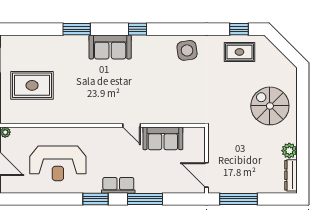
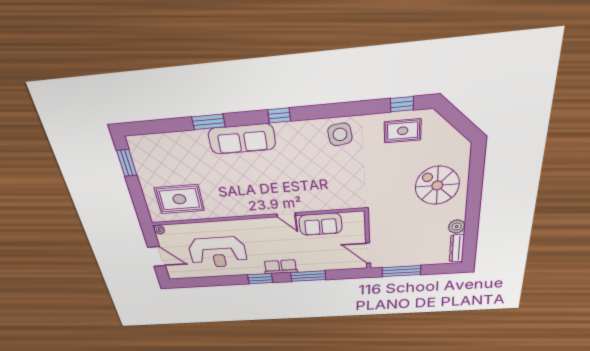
sofa: (110, 47) -> (242, 139), width x1.36
rug: (32, 85) -> (179, 199), moved

